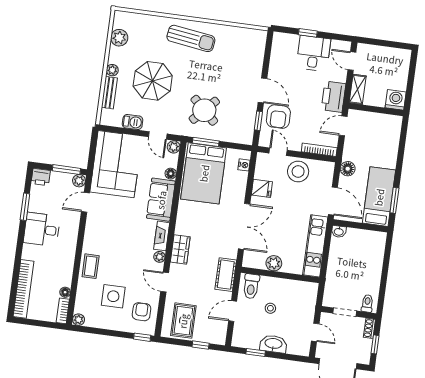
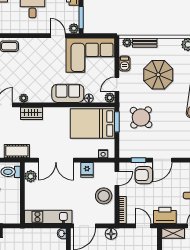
plant: (112, 70) -> (127, 42), moved
fireplace: (162, 236) -> (40, 98), removed
plant: (274, 263) -> (31, 176), moved

